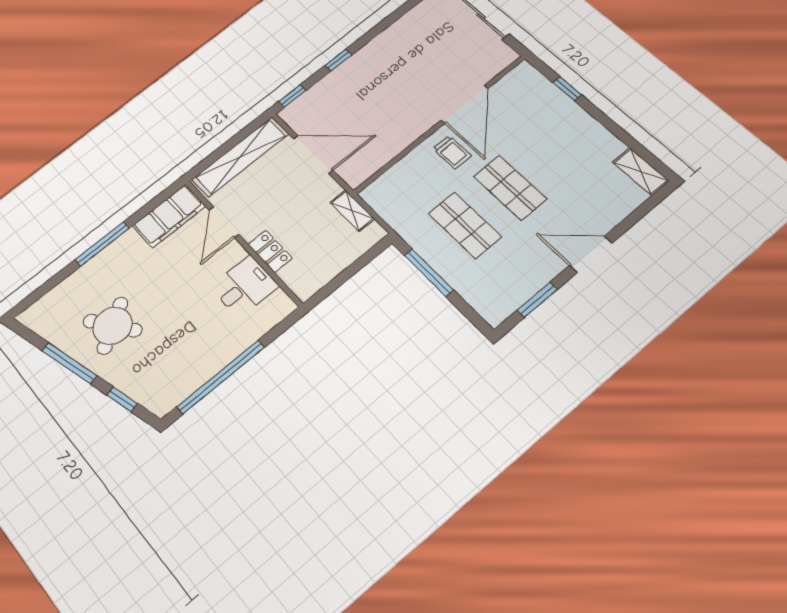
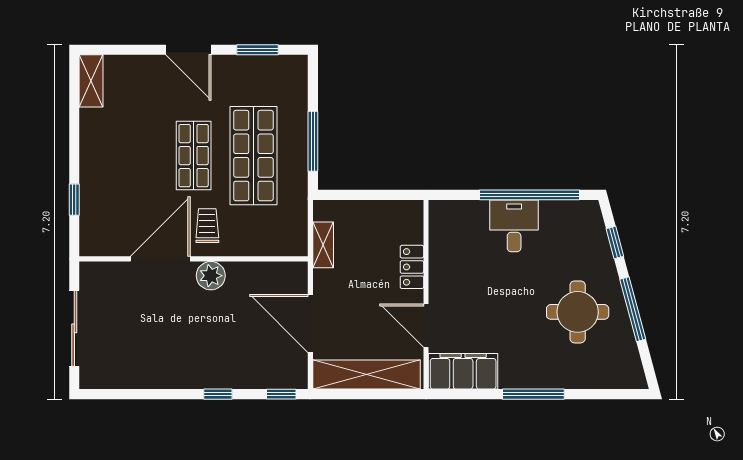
plant: (417, 124) -> (211, 276), added
door: (224, 222) -> (426, 326), swing flipped
shop shelf: (465, 225) -> (253, 156), width x1.43, depth x1.36
desk: (244, 286) -> (514, 226), moved, turned 90
round table: (113, 326) -> (578, 312), turned 35

